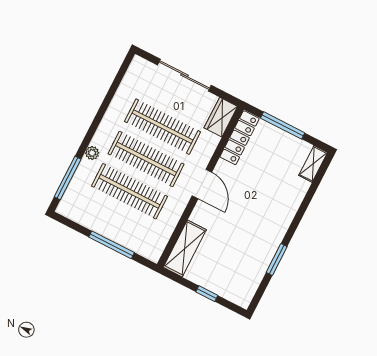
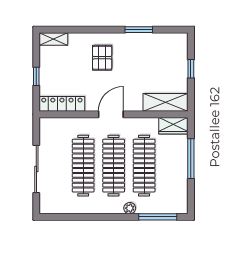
wardrobe: (221, 117) -> (173, 126), moved
window: (283, 125) -> (36, 76), width x0.46
pallet: (267, 205) -> (102, 58), added

